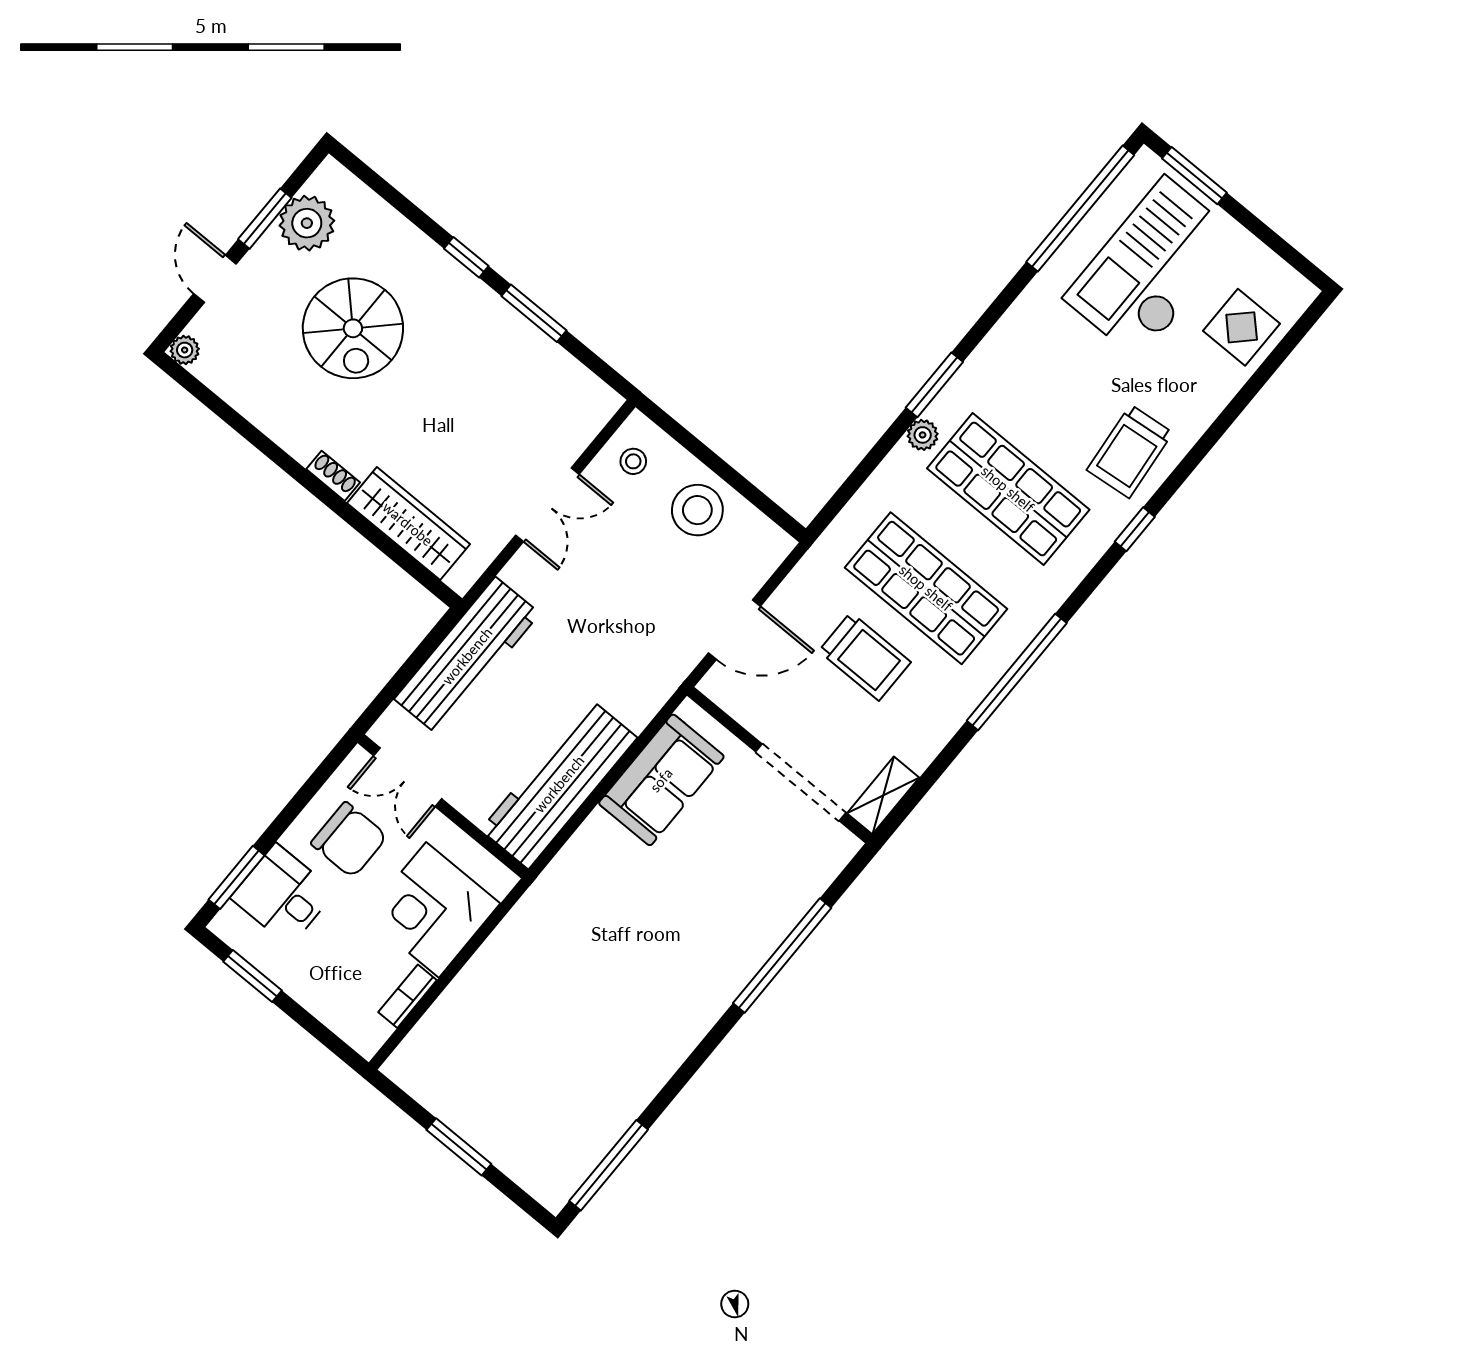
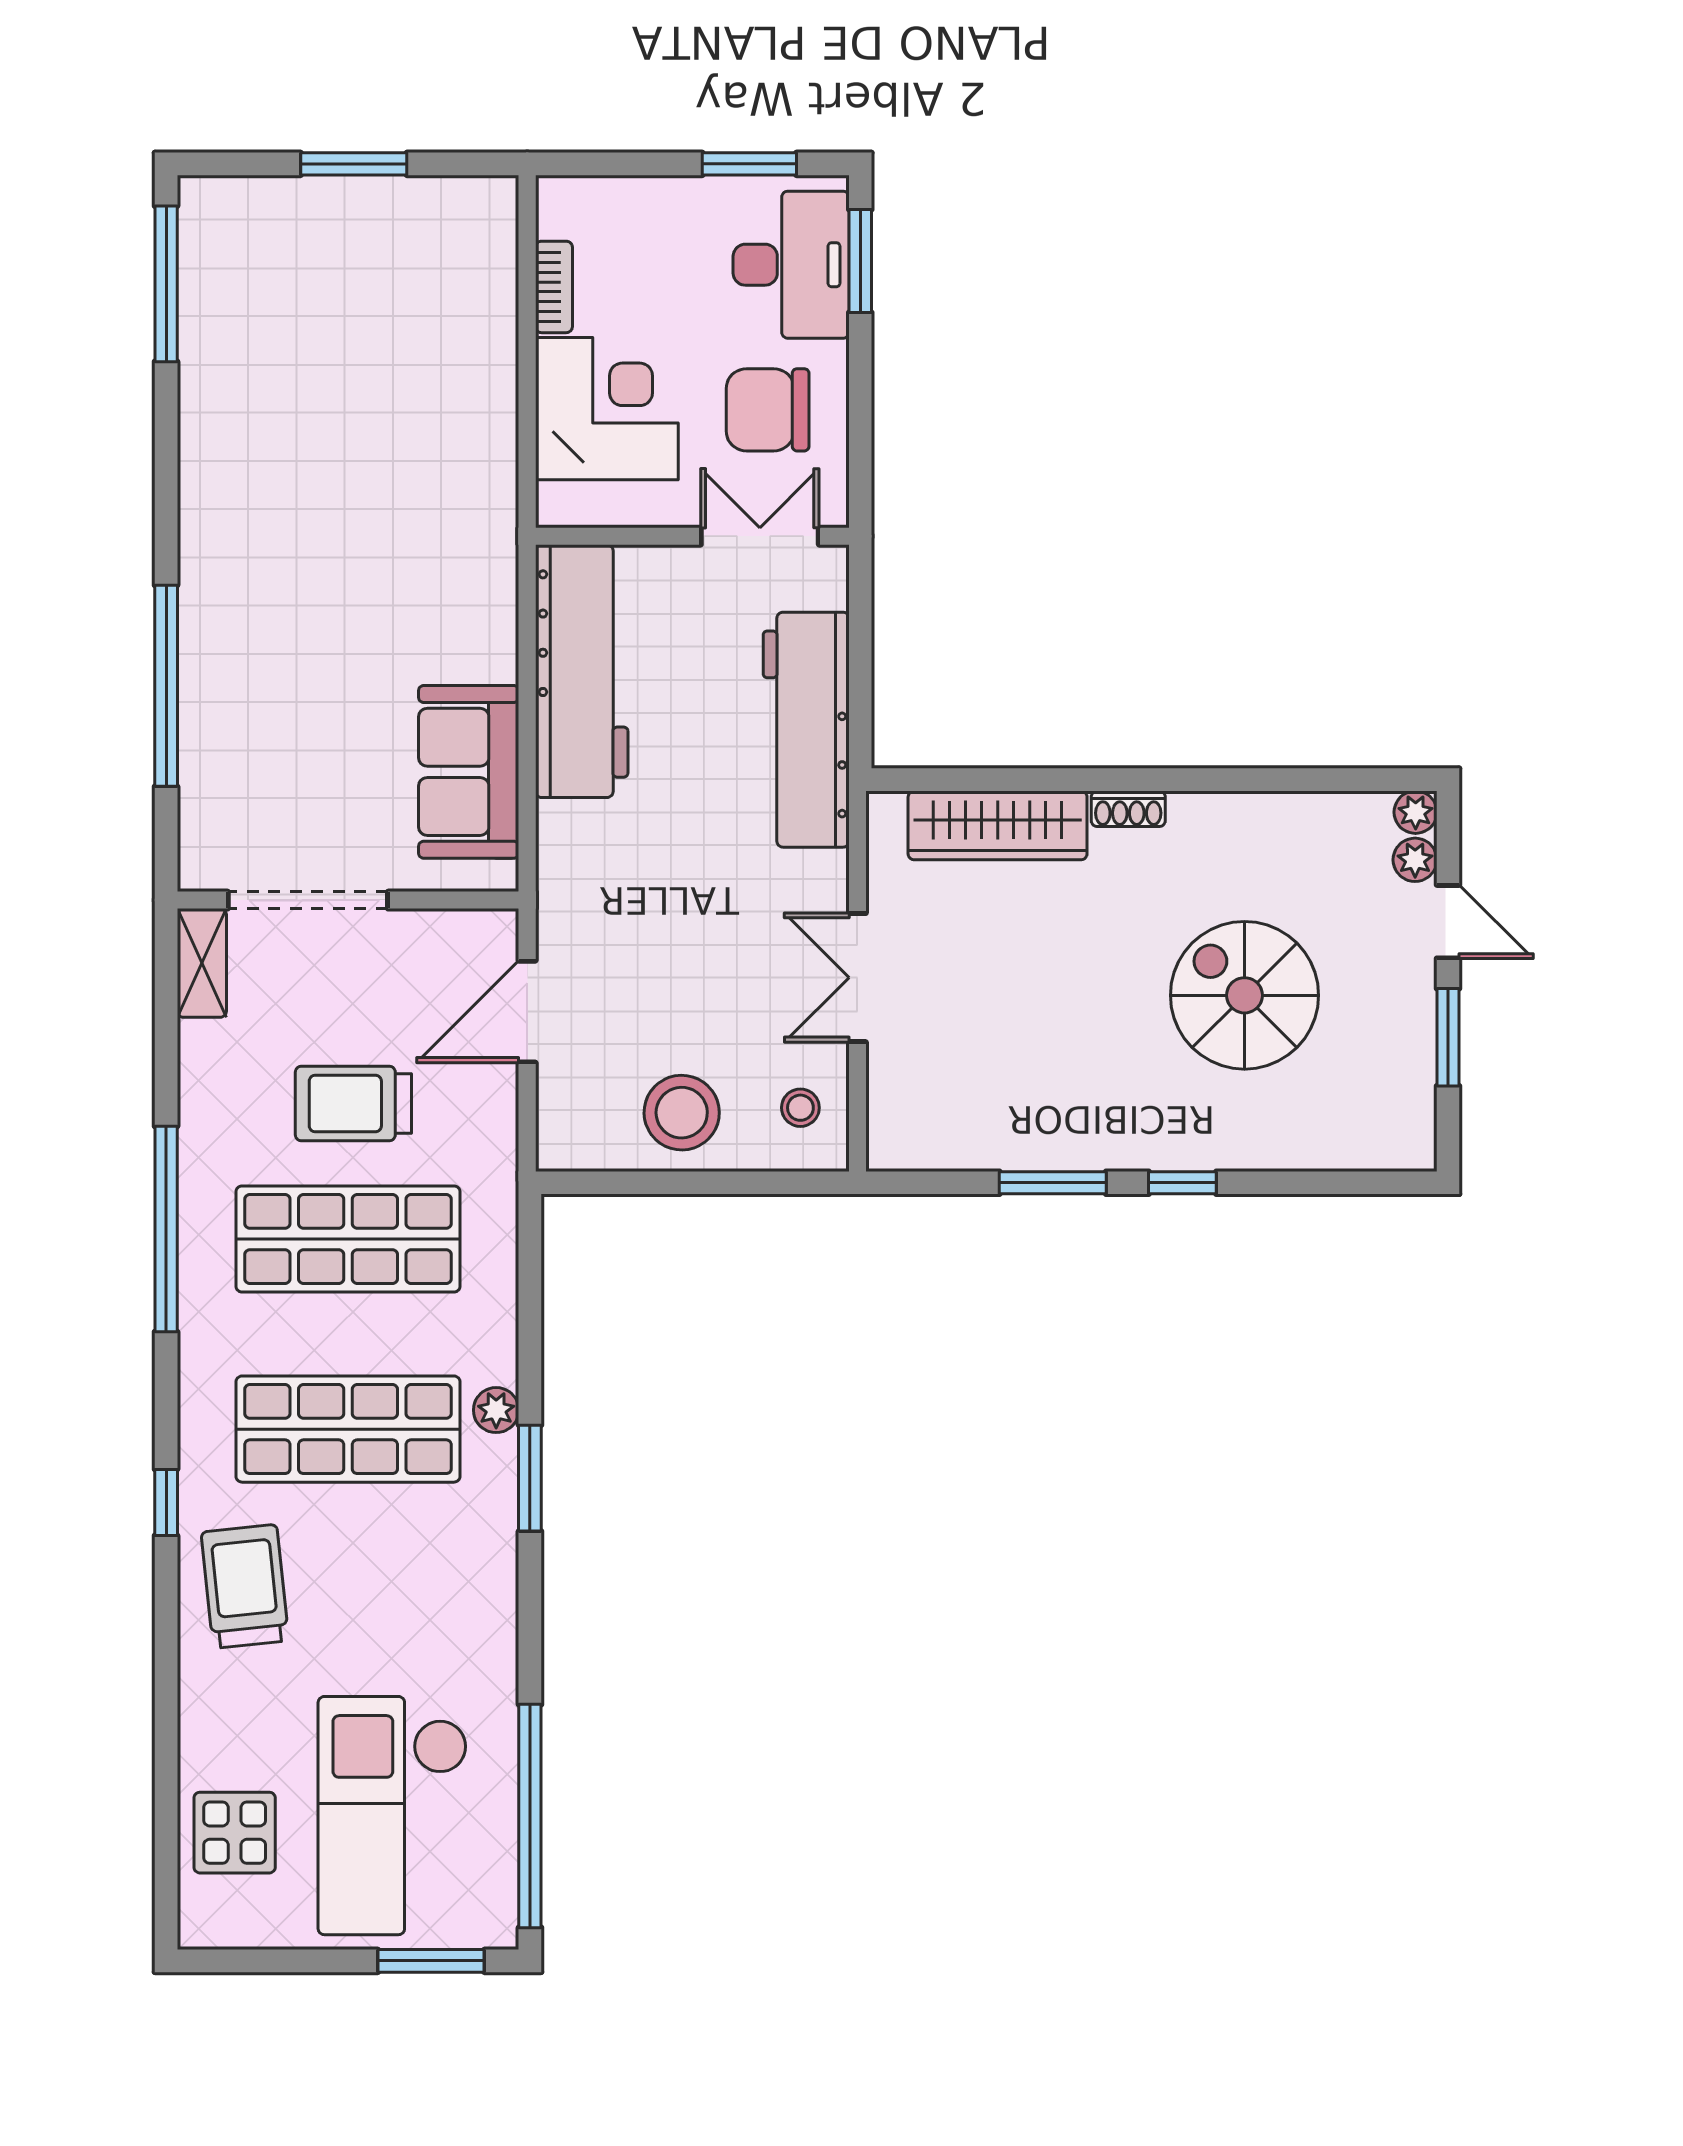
plant: (307, 223) -> (1415, 860), moved, width x0.53, depth x0.53
checkout: (1152, 268) -> (393, 1816), turned 180
desk: (283, 895) -> (791, 265), width x1.37

